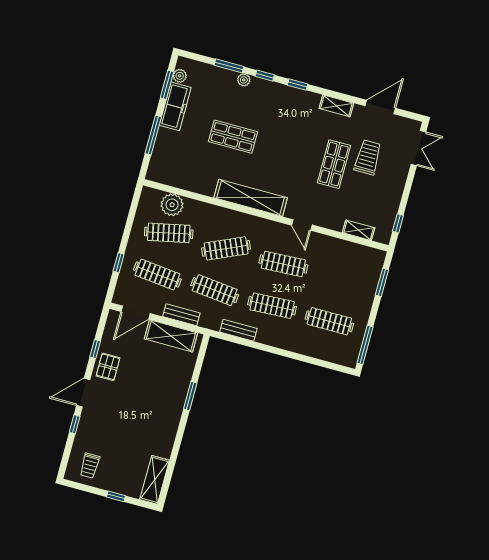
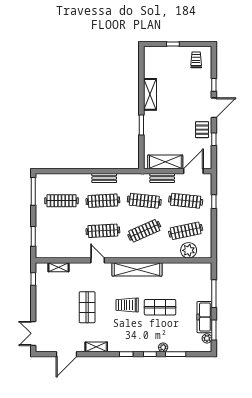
trolley: (368, 157) -> (127, 305), moved, turned 90
bench: (238, 330) -> (104, 178), moved
shelving: (155, 480) -> (150, 94), moved

